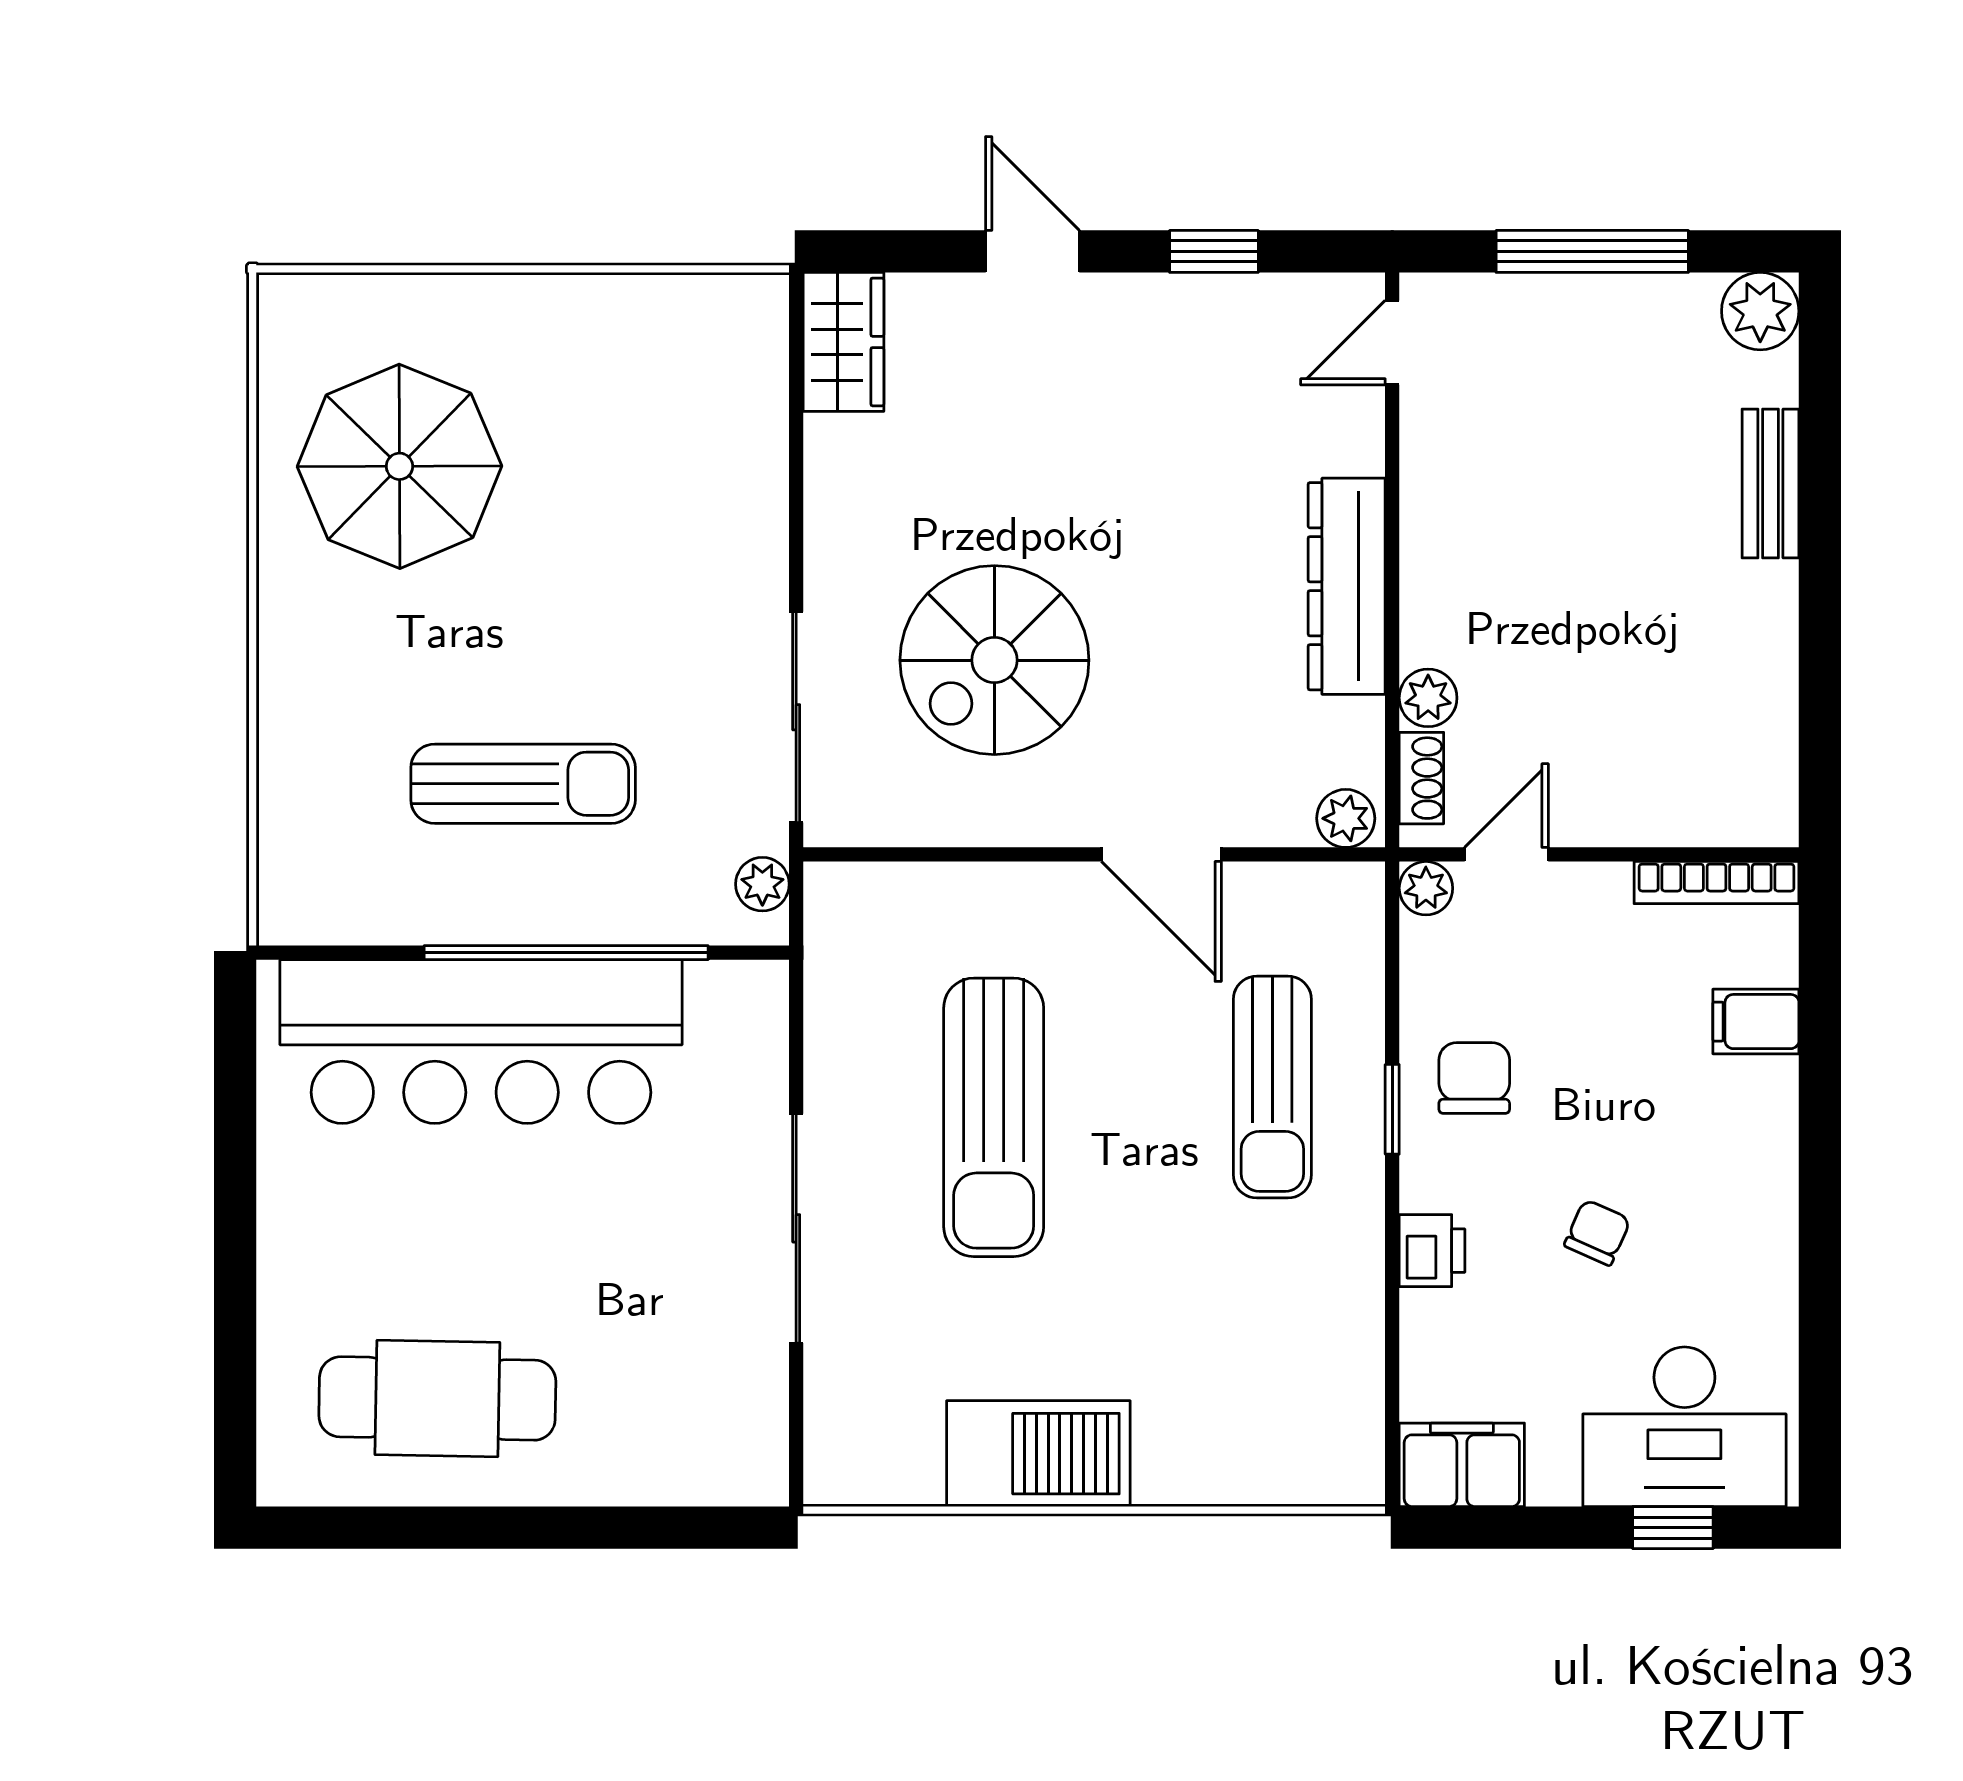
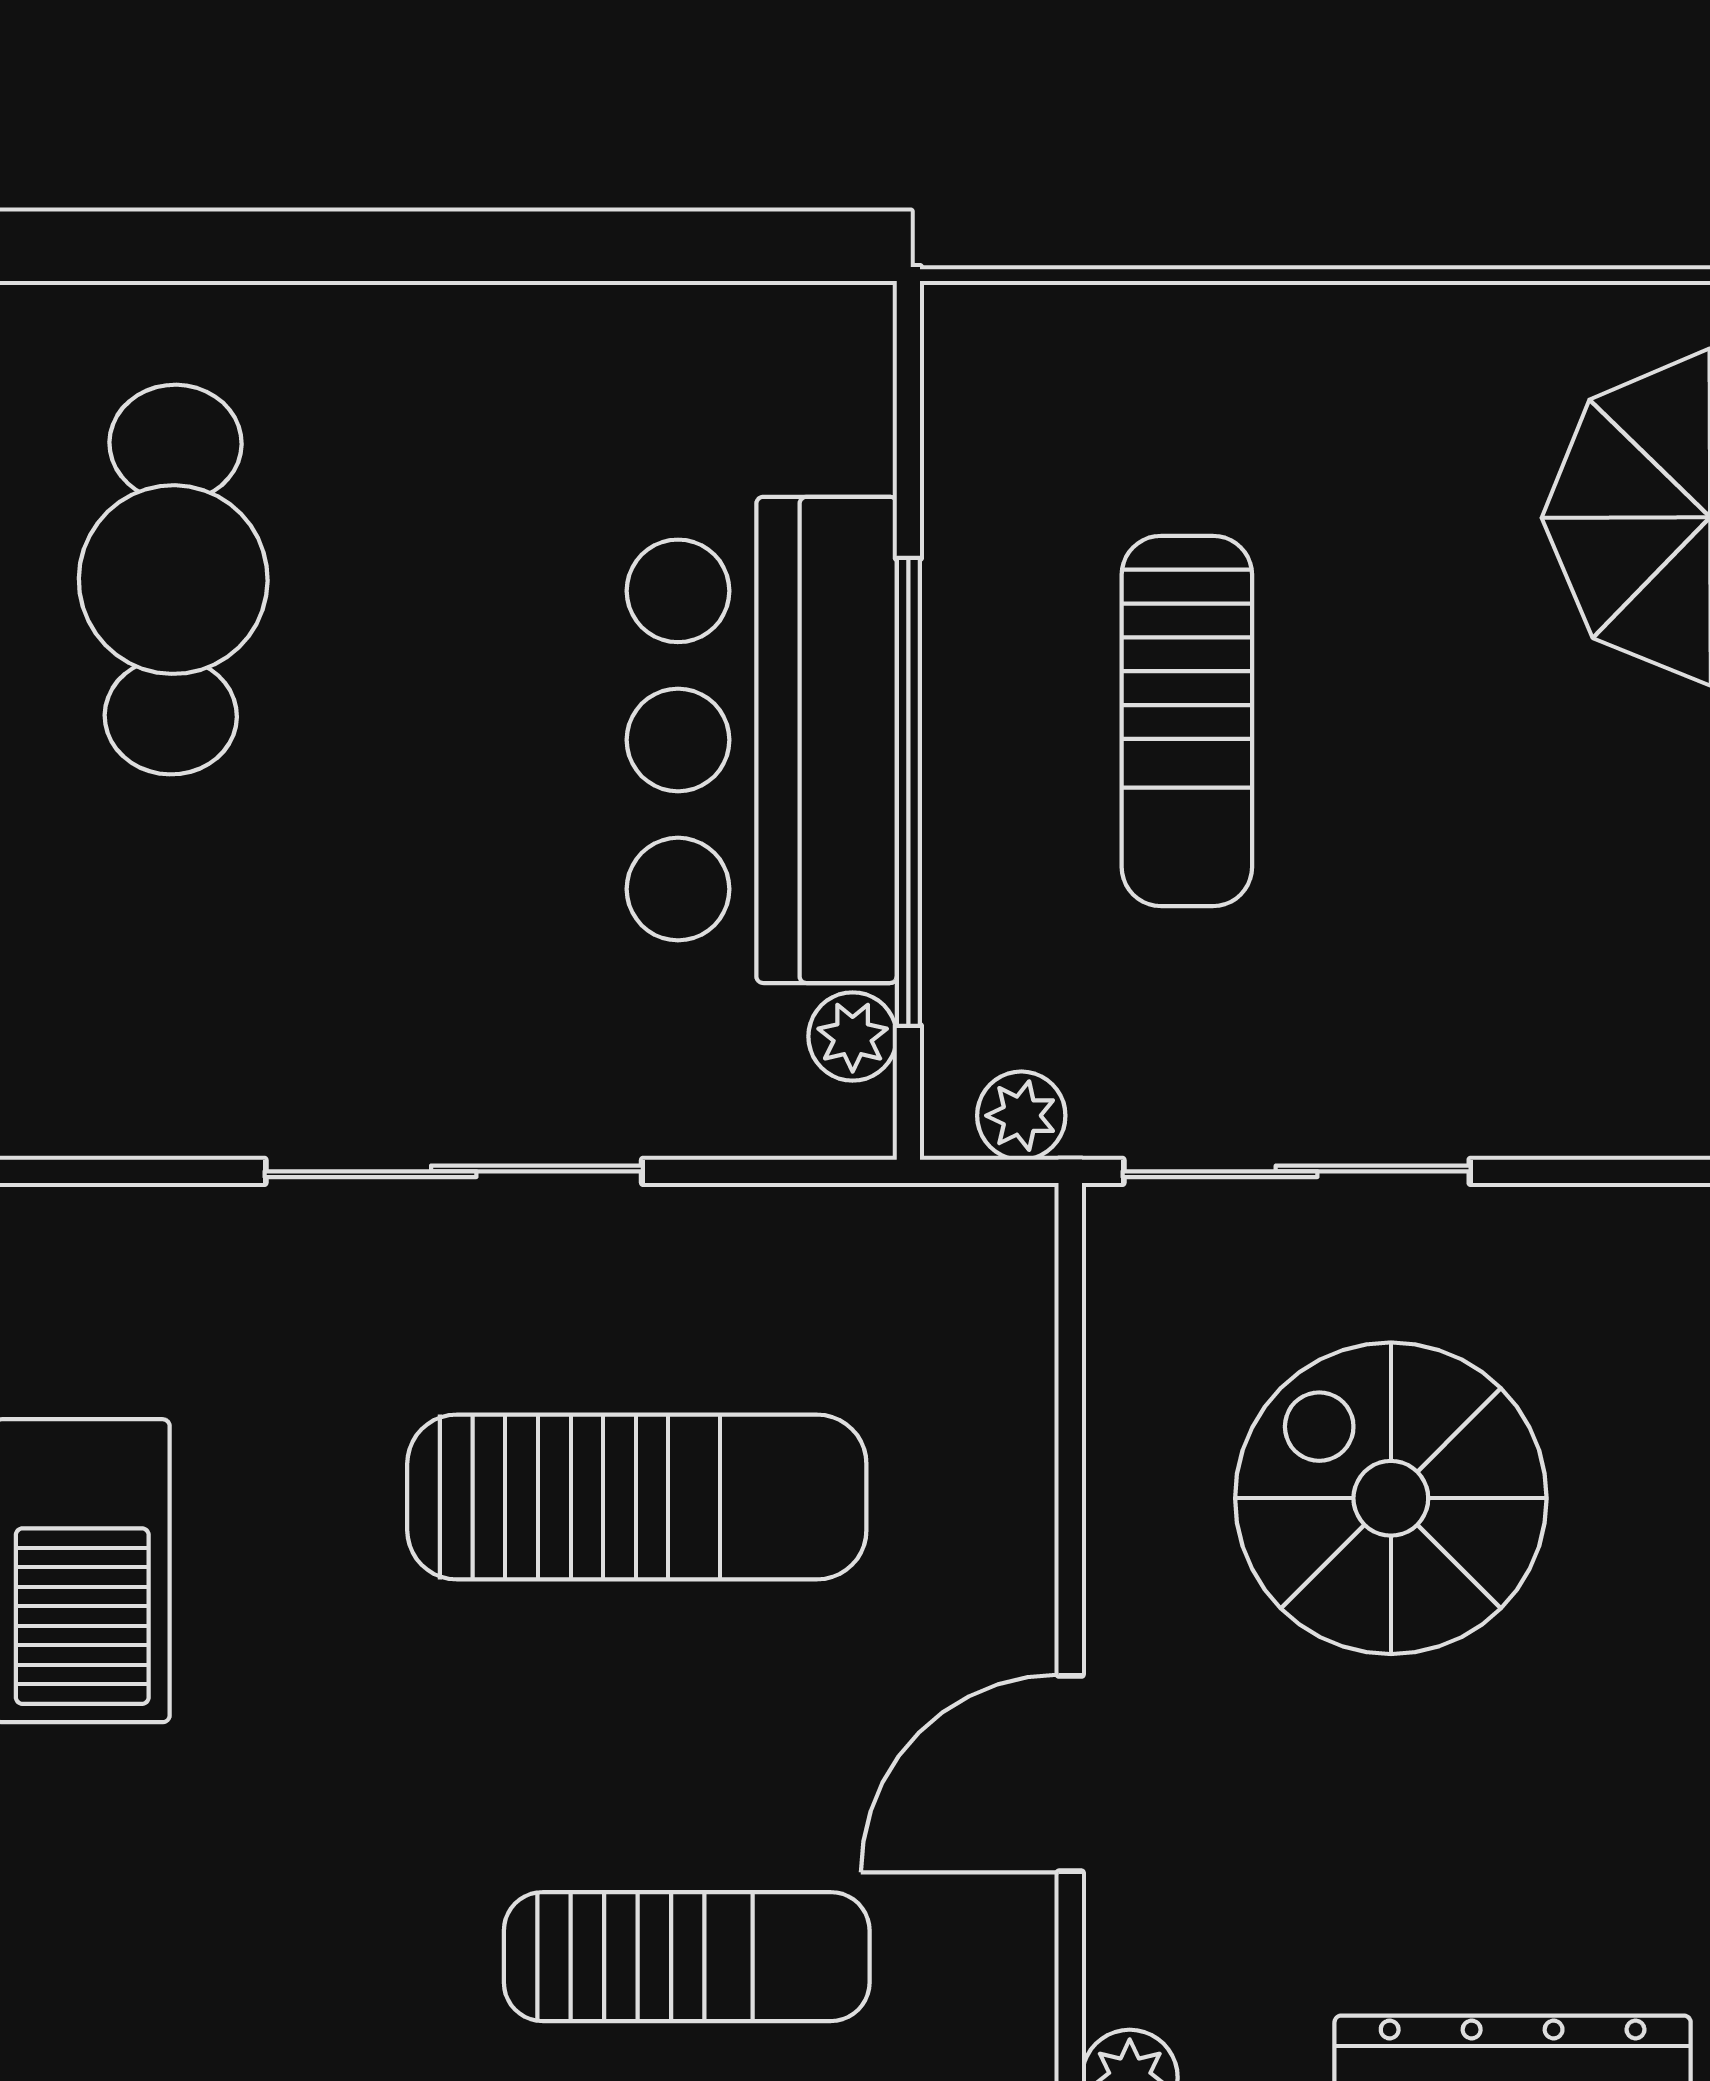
plant: (714, 986) -> (853, 1036), added
bar counter: (481, 1042) -> (762, 740), width x0.73
sun lounger: (1272, 1087) -> (687, 1957), turned 180
sun lounger: (994, 1117) -> (637, 1497), turned 180

